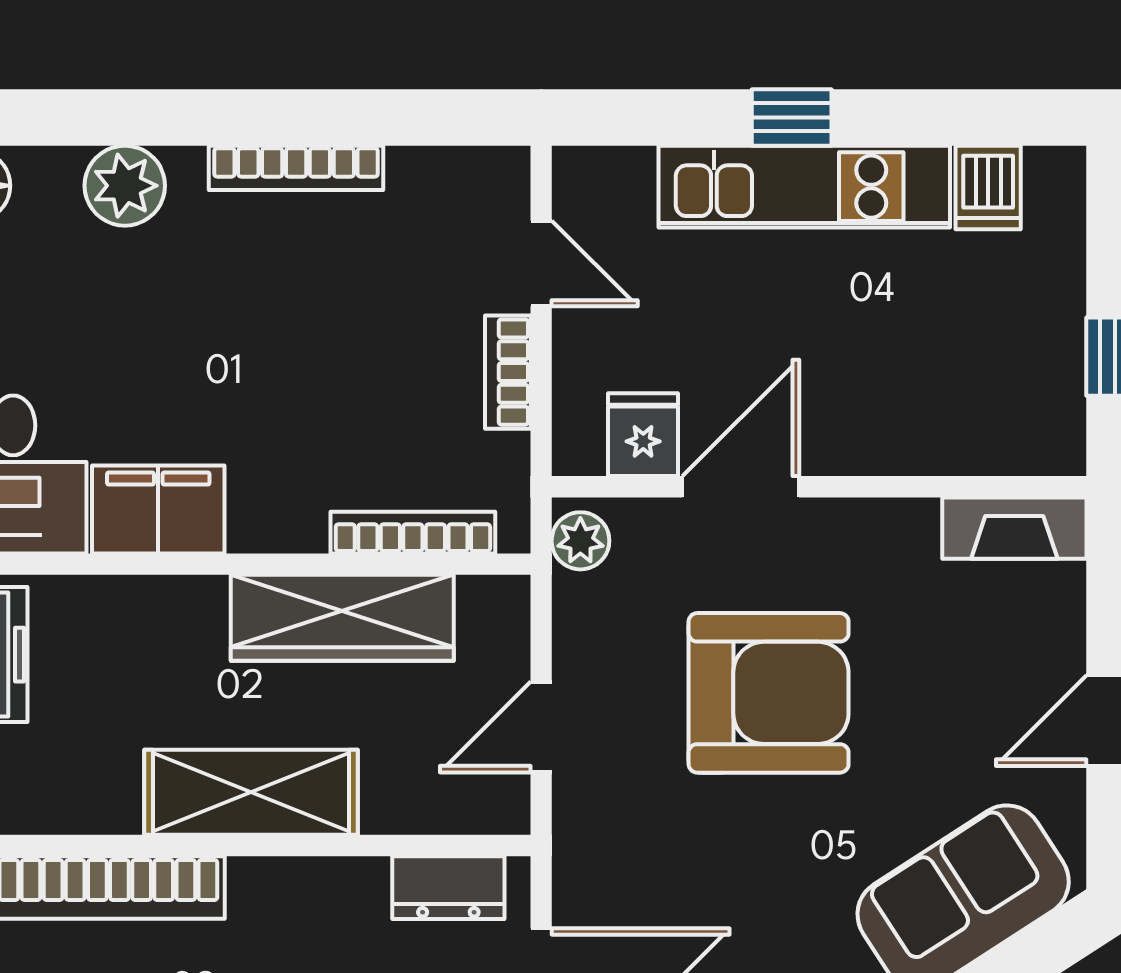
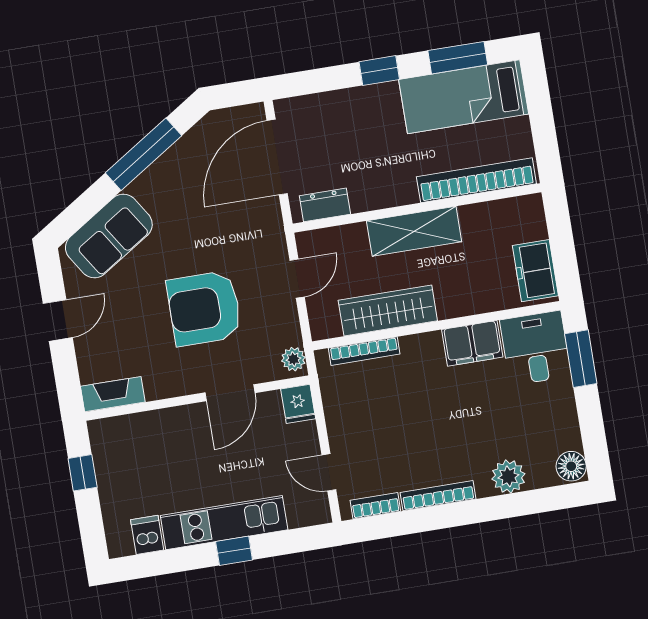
bookcase: (508, 372) -> (375, 506), moved, turned -90
fridge: (643, 435) -> (298, 404), moved

